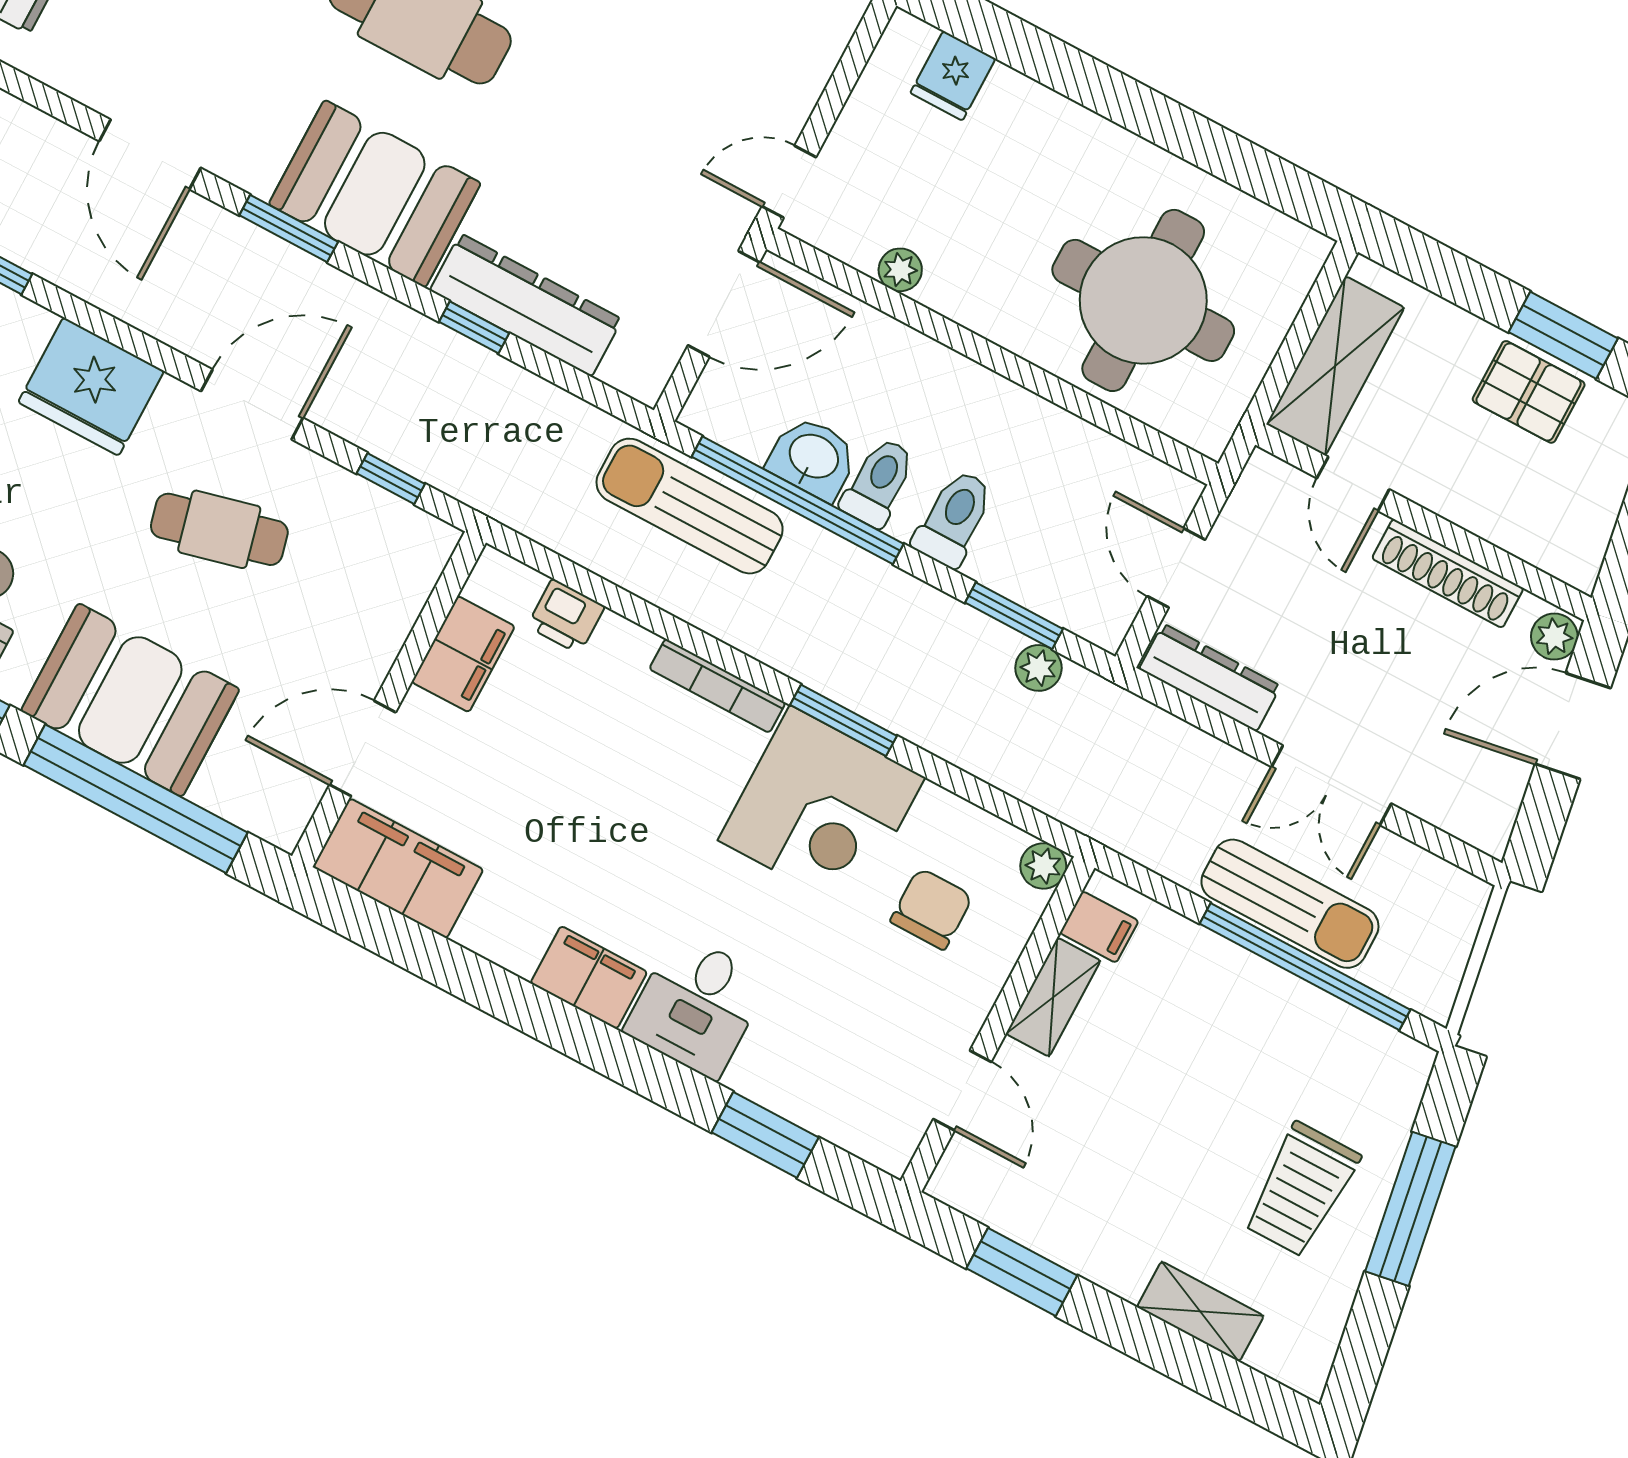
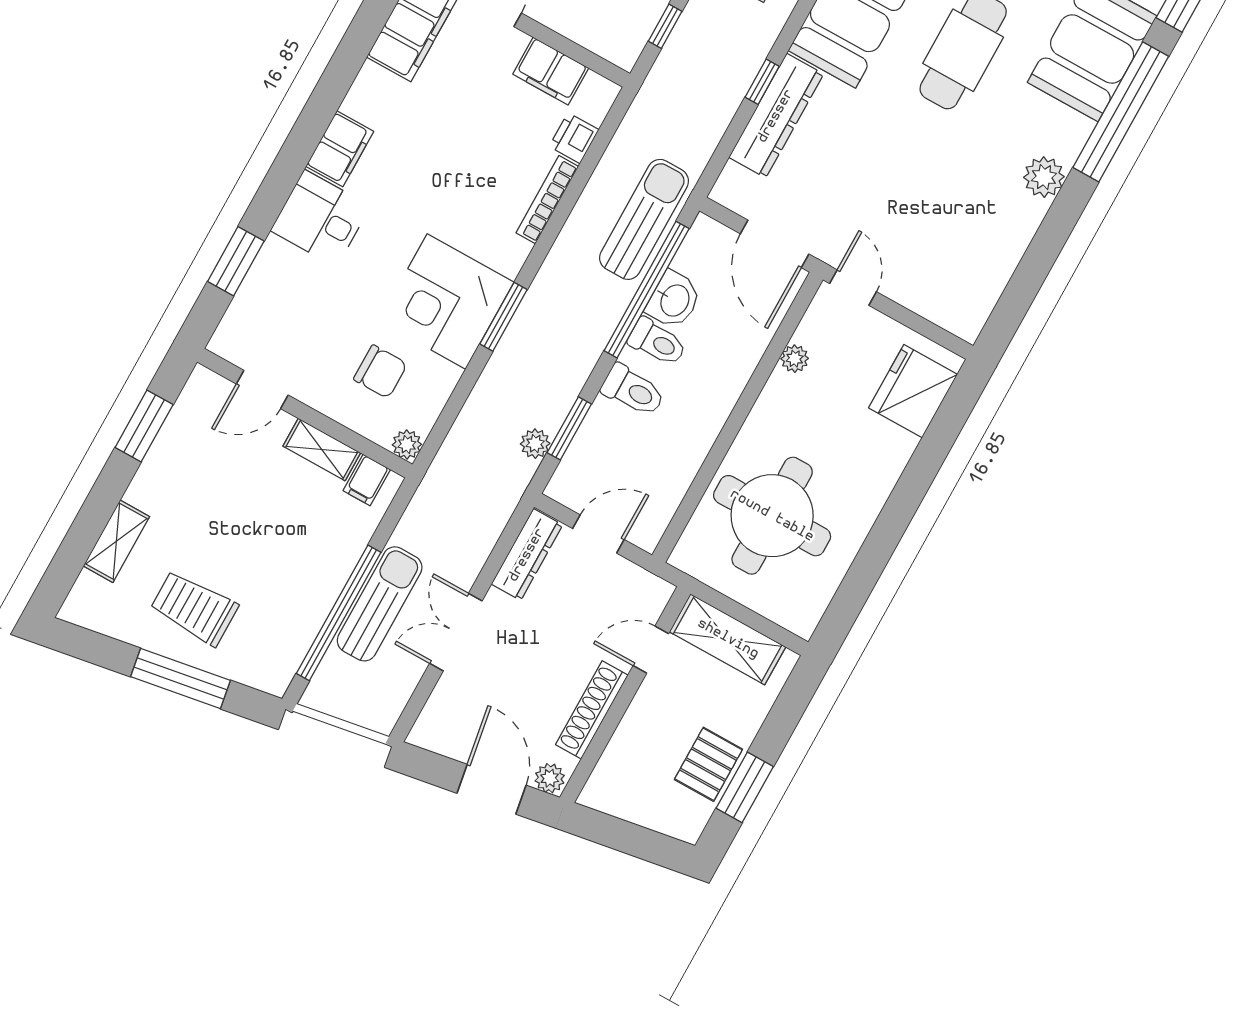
fridge: (953, 76) -> (913, 391), width x1.88, depth x1.34
bookcase: (717, 686) -> (547, 200), moved
sun lounger: (1290, 904) -> (380, 604), turned 180

